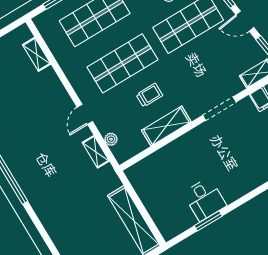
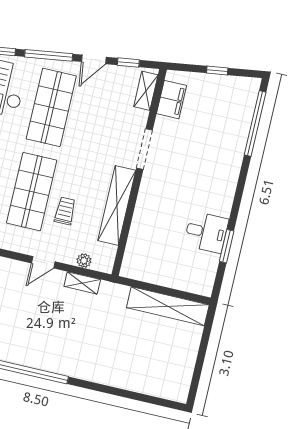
trolley: (149, 95) -> (65, 211), moved
door: (85, 114) -> (43, 262), hinge flipped
shelving: (166, 126) -> (117, 205), width x1.47

